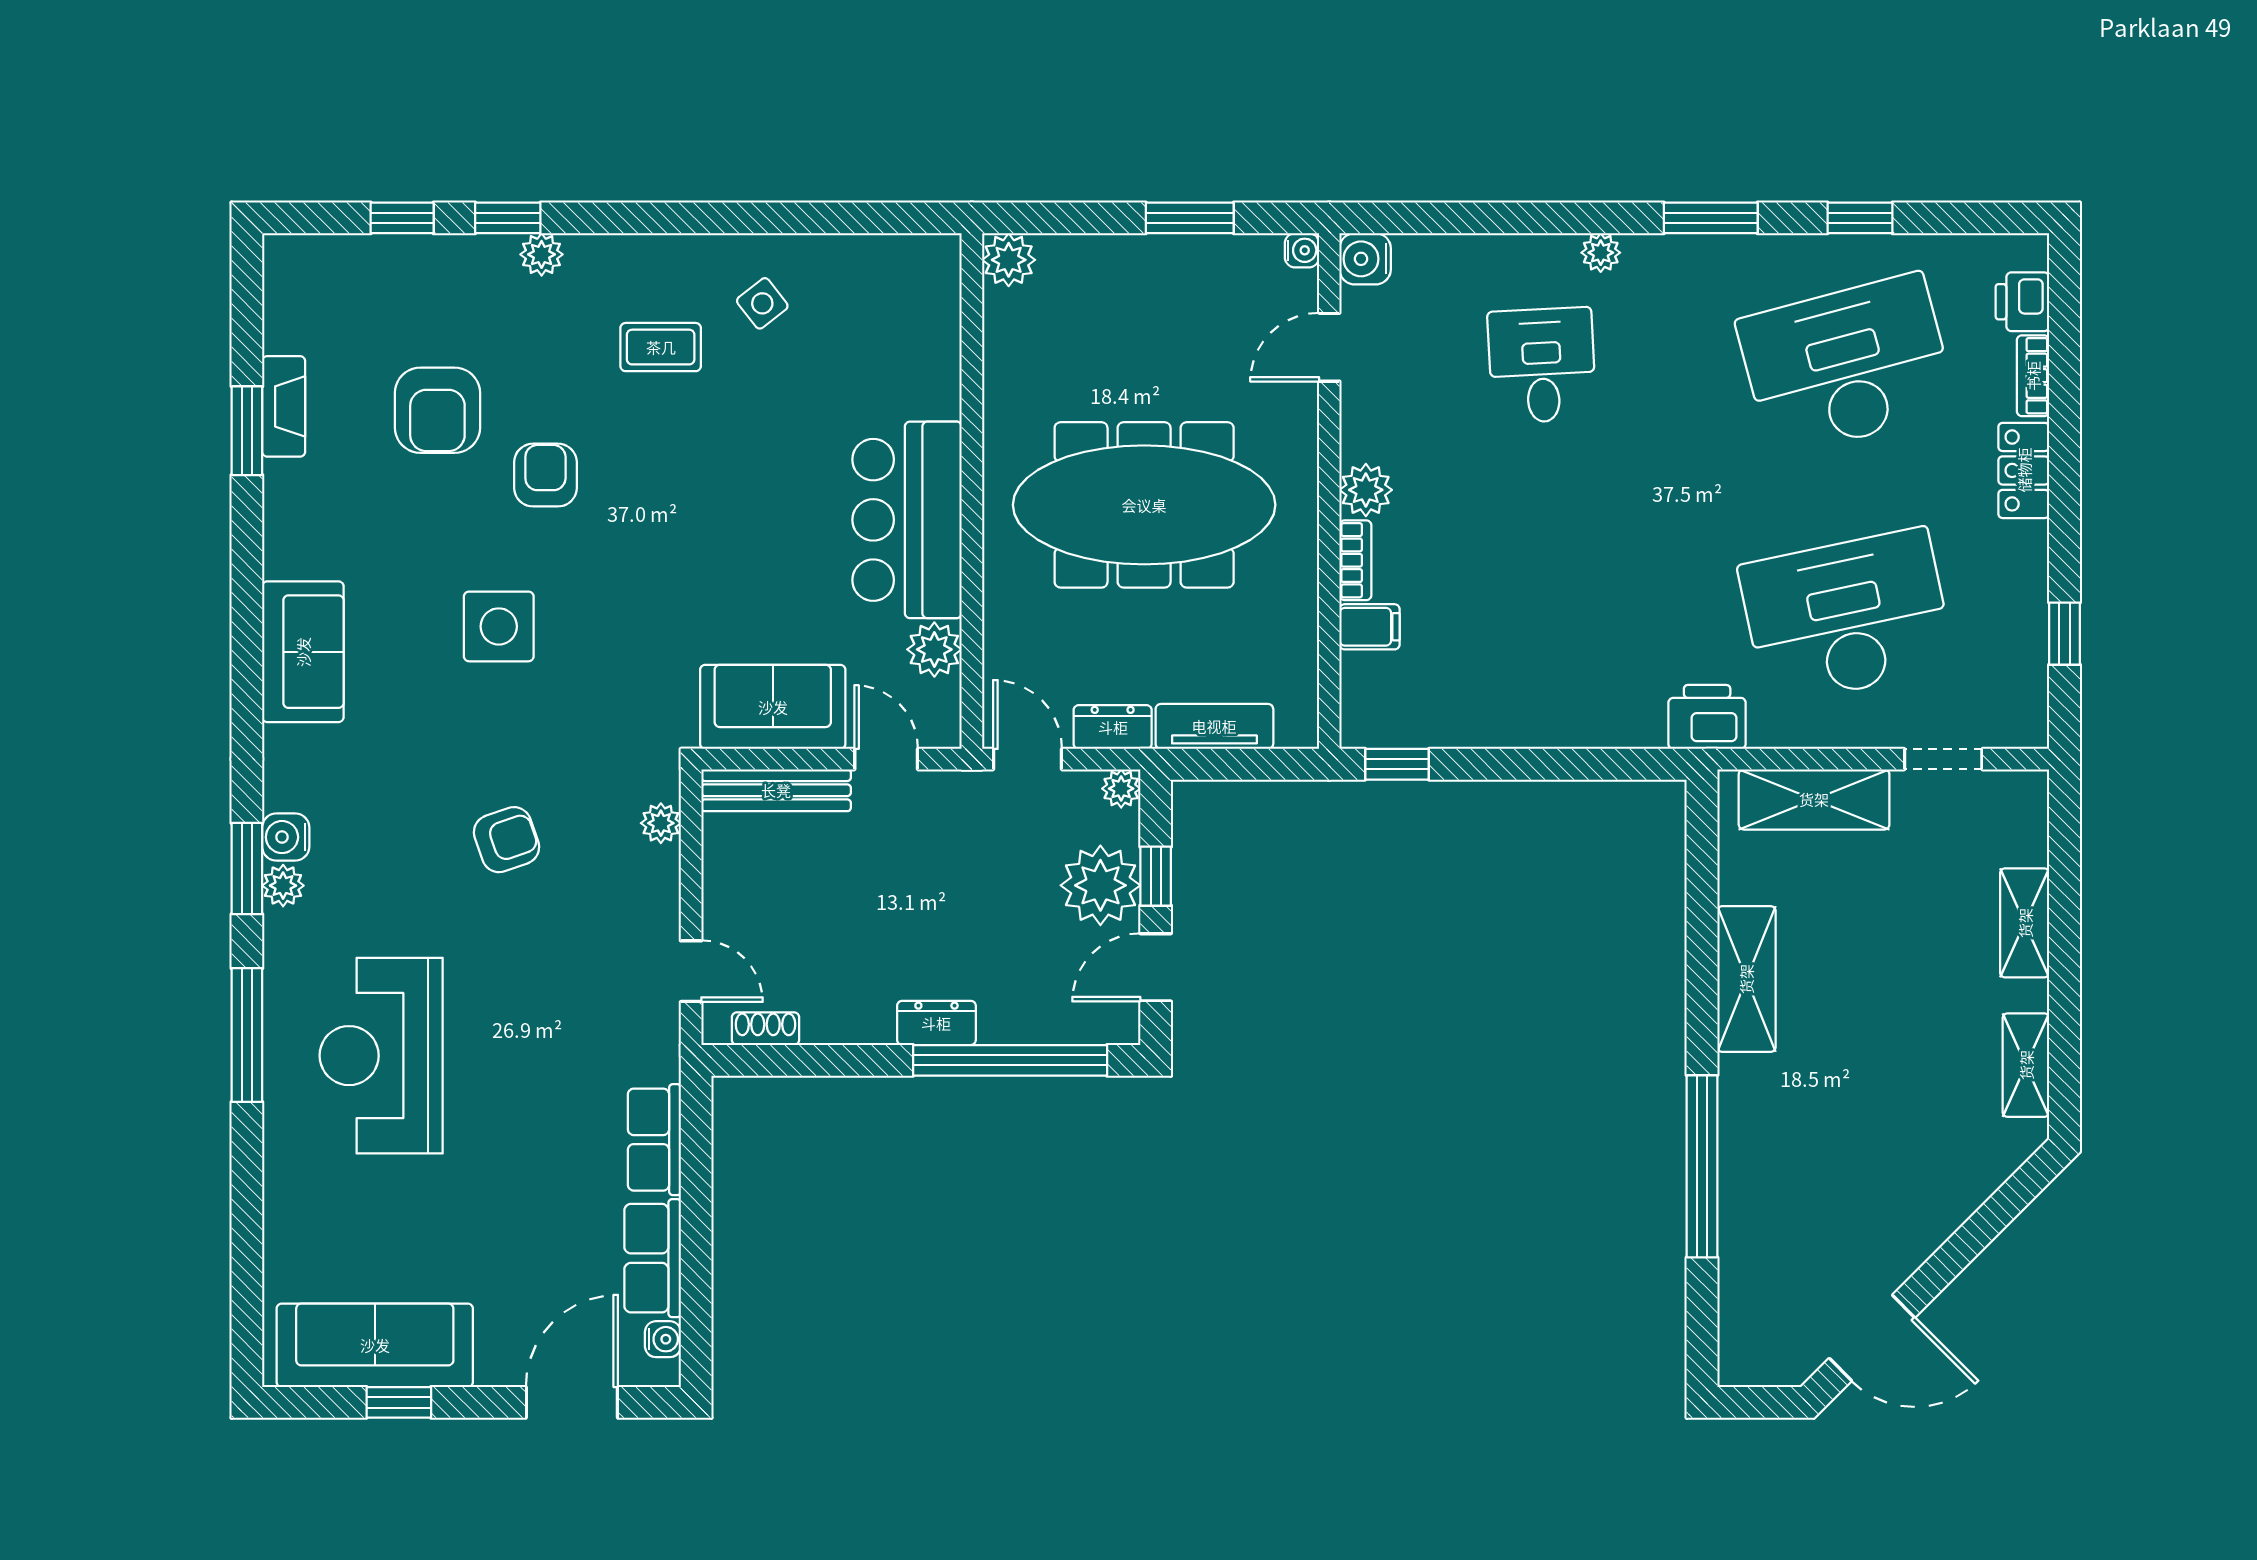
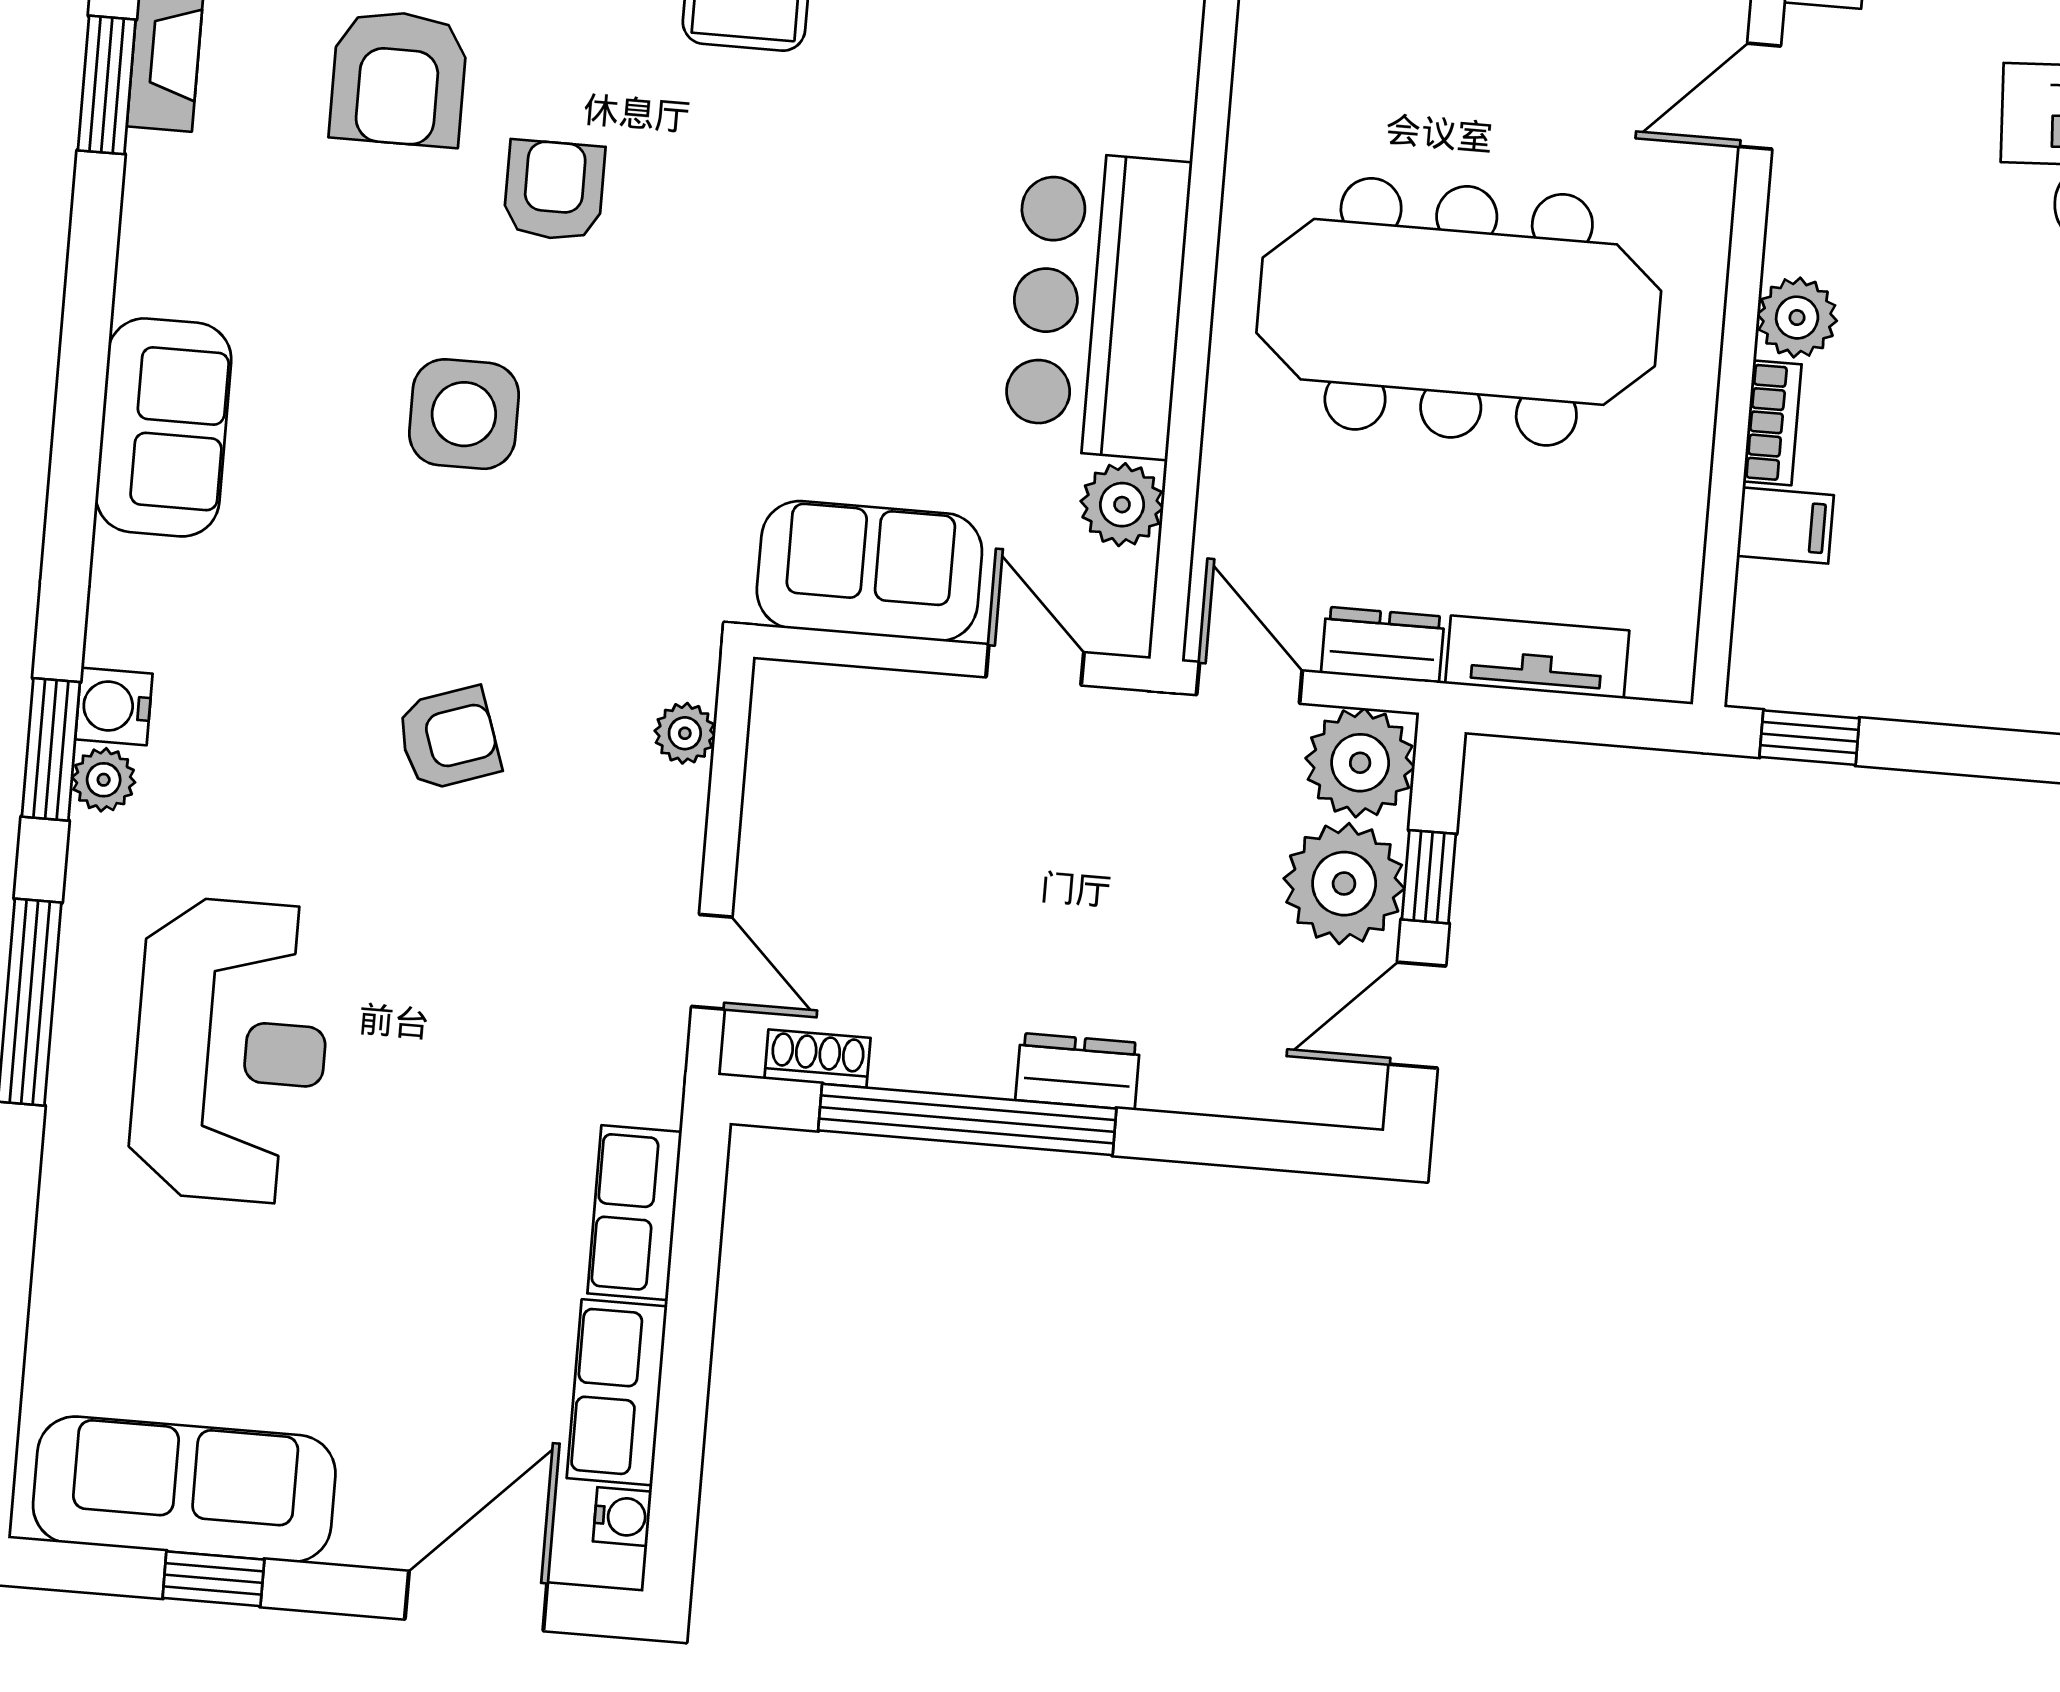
plant: (1121, 789) -> (1360, 763), width x1.88, depth x1.88
bench: (776, 790) -> (864, 698), removed
reception desk: (381, 1056) -> (231, 1050), turned 180
window: (1010, 1060) -> (967, 1119), moved

